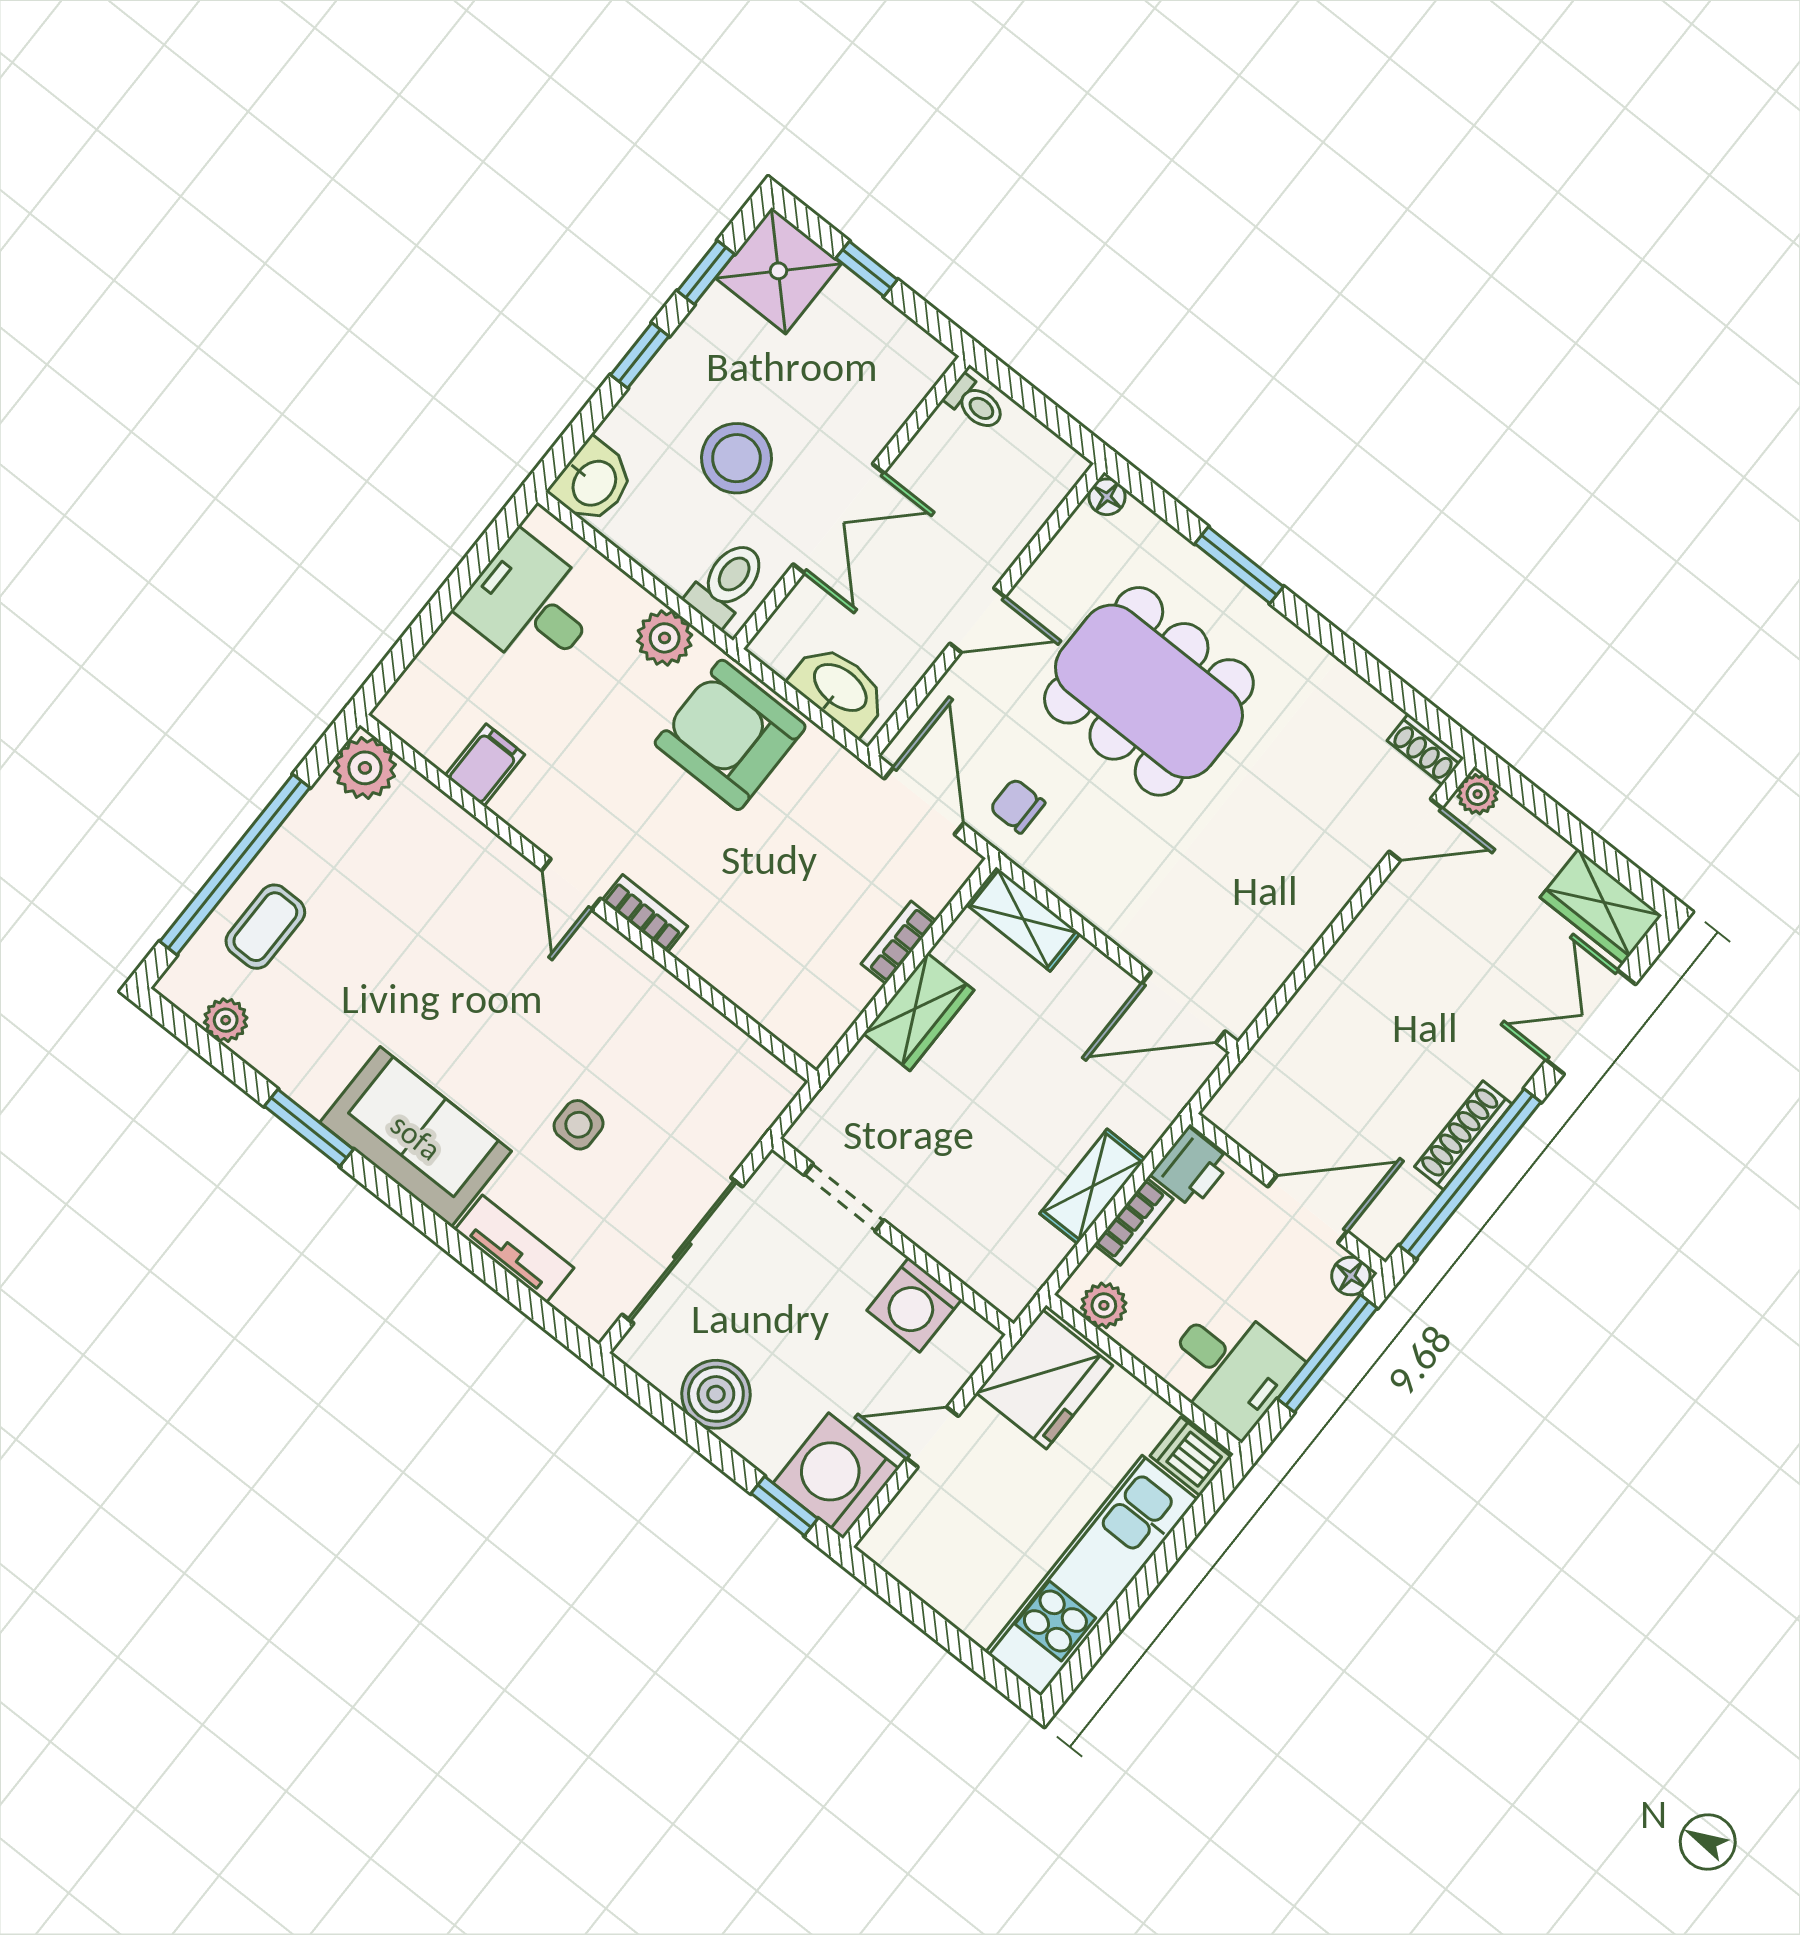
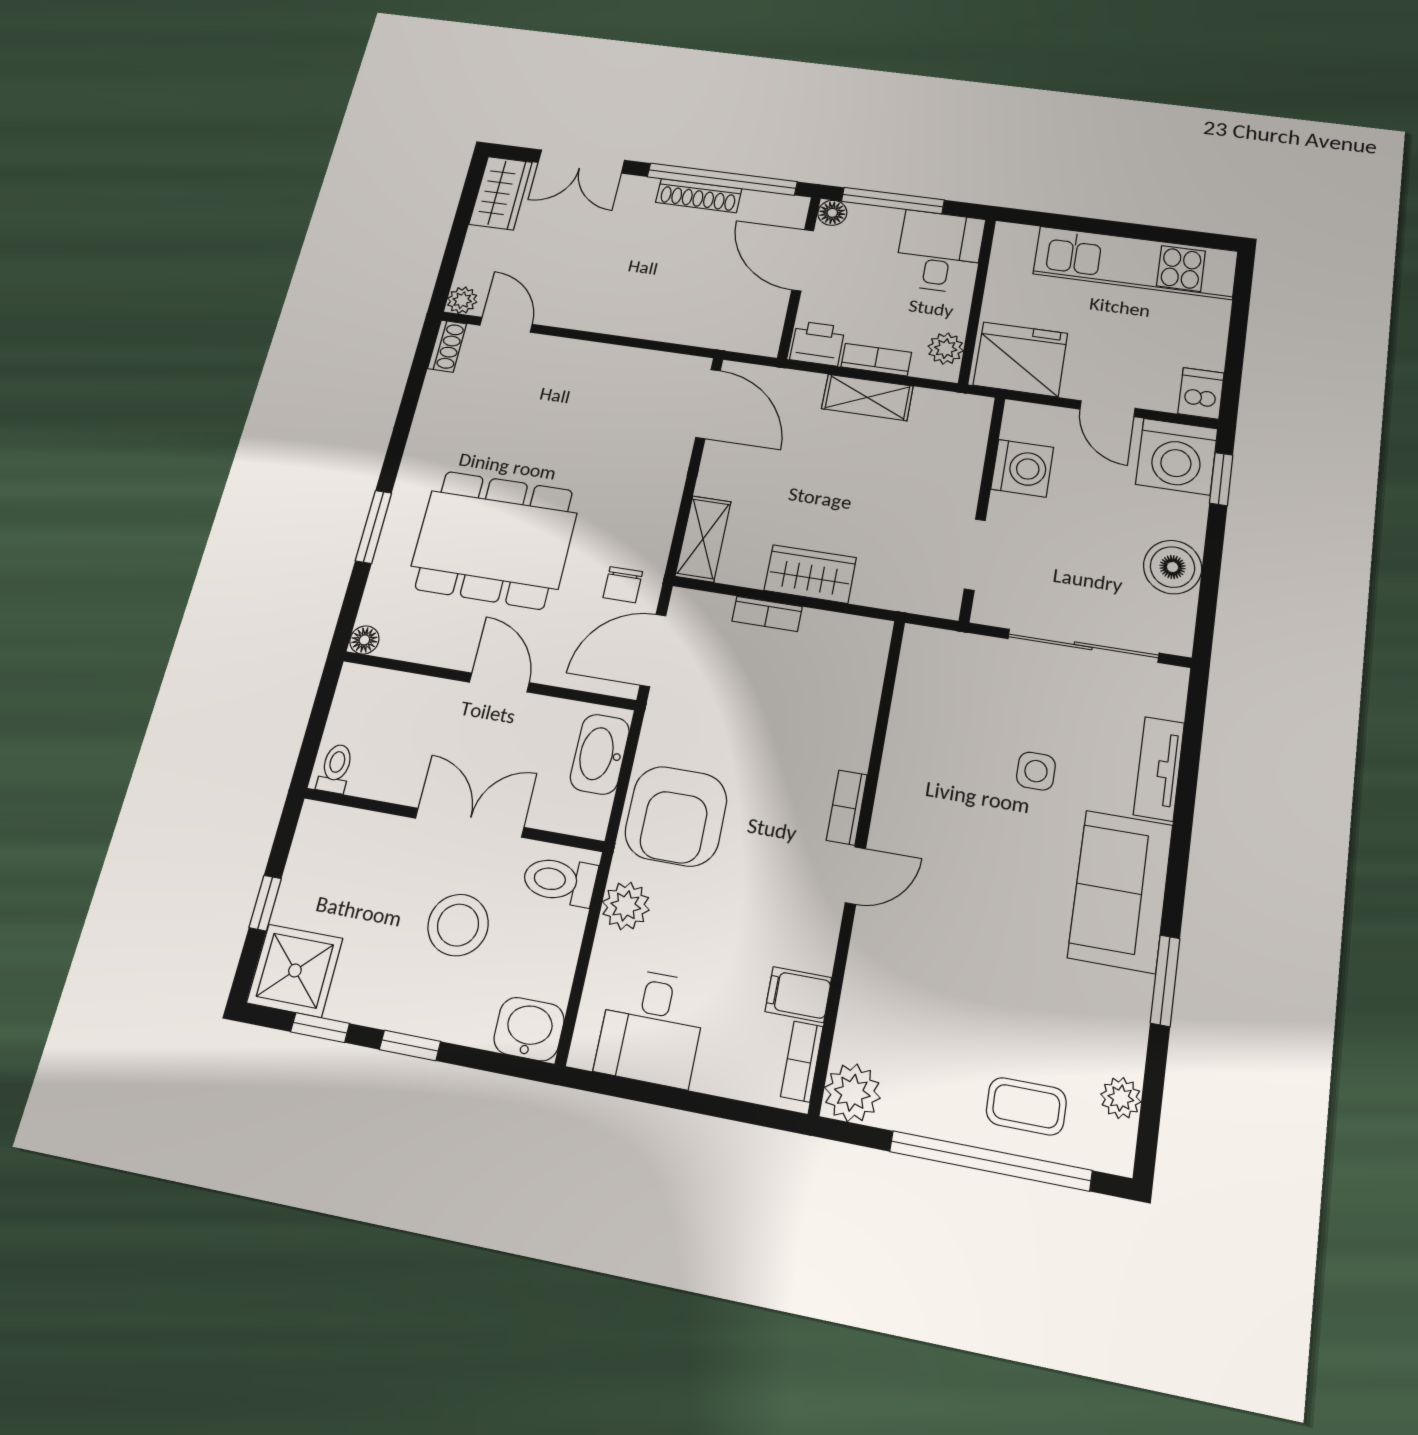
dining table: (1149, 691) -> (494, 540), turned 90
bookcase: (420, 735) -> (802, 1061), added
dishwasher: (1191, 1456) -> (1201, 393), moved, turned 180

